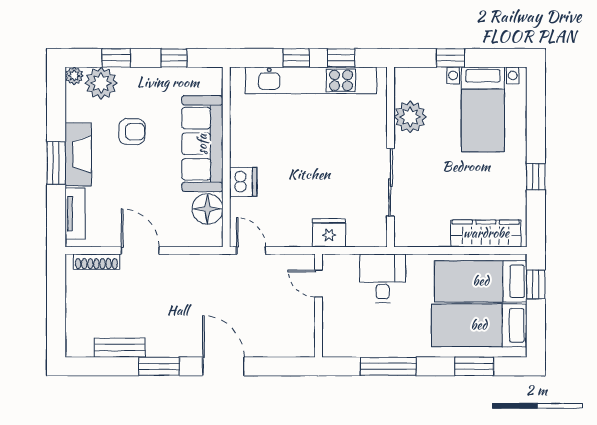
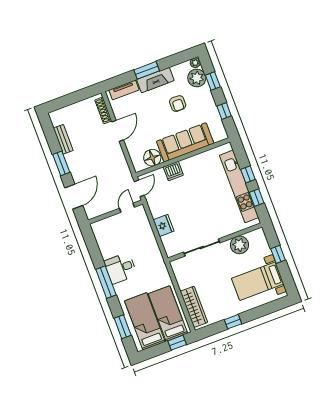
desk: (383, 278) -> (120, 268), moved, turned 180
door: (318, 283) -> (127, 208), moved
wall: (318, 306) -> (115, 212), moved

